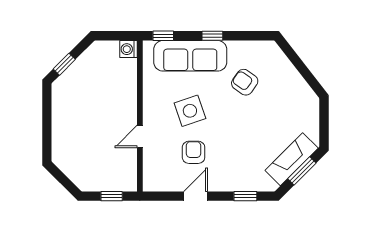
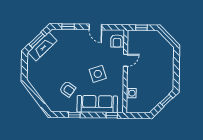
window: (212, 36) -> (74, 115), moved
washing machine: (128, 49) -> (131, 93), moved
armchair: (194, 152) -> (117, 41), moved
door: (195, 196) -> (95, 27), hinge flipped

